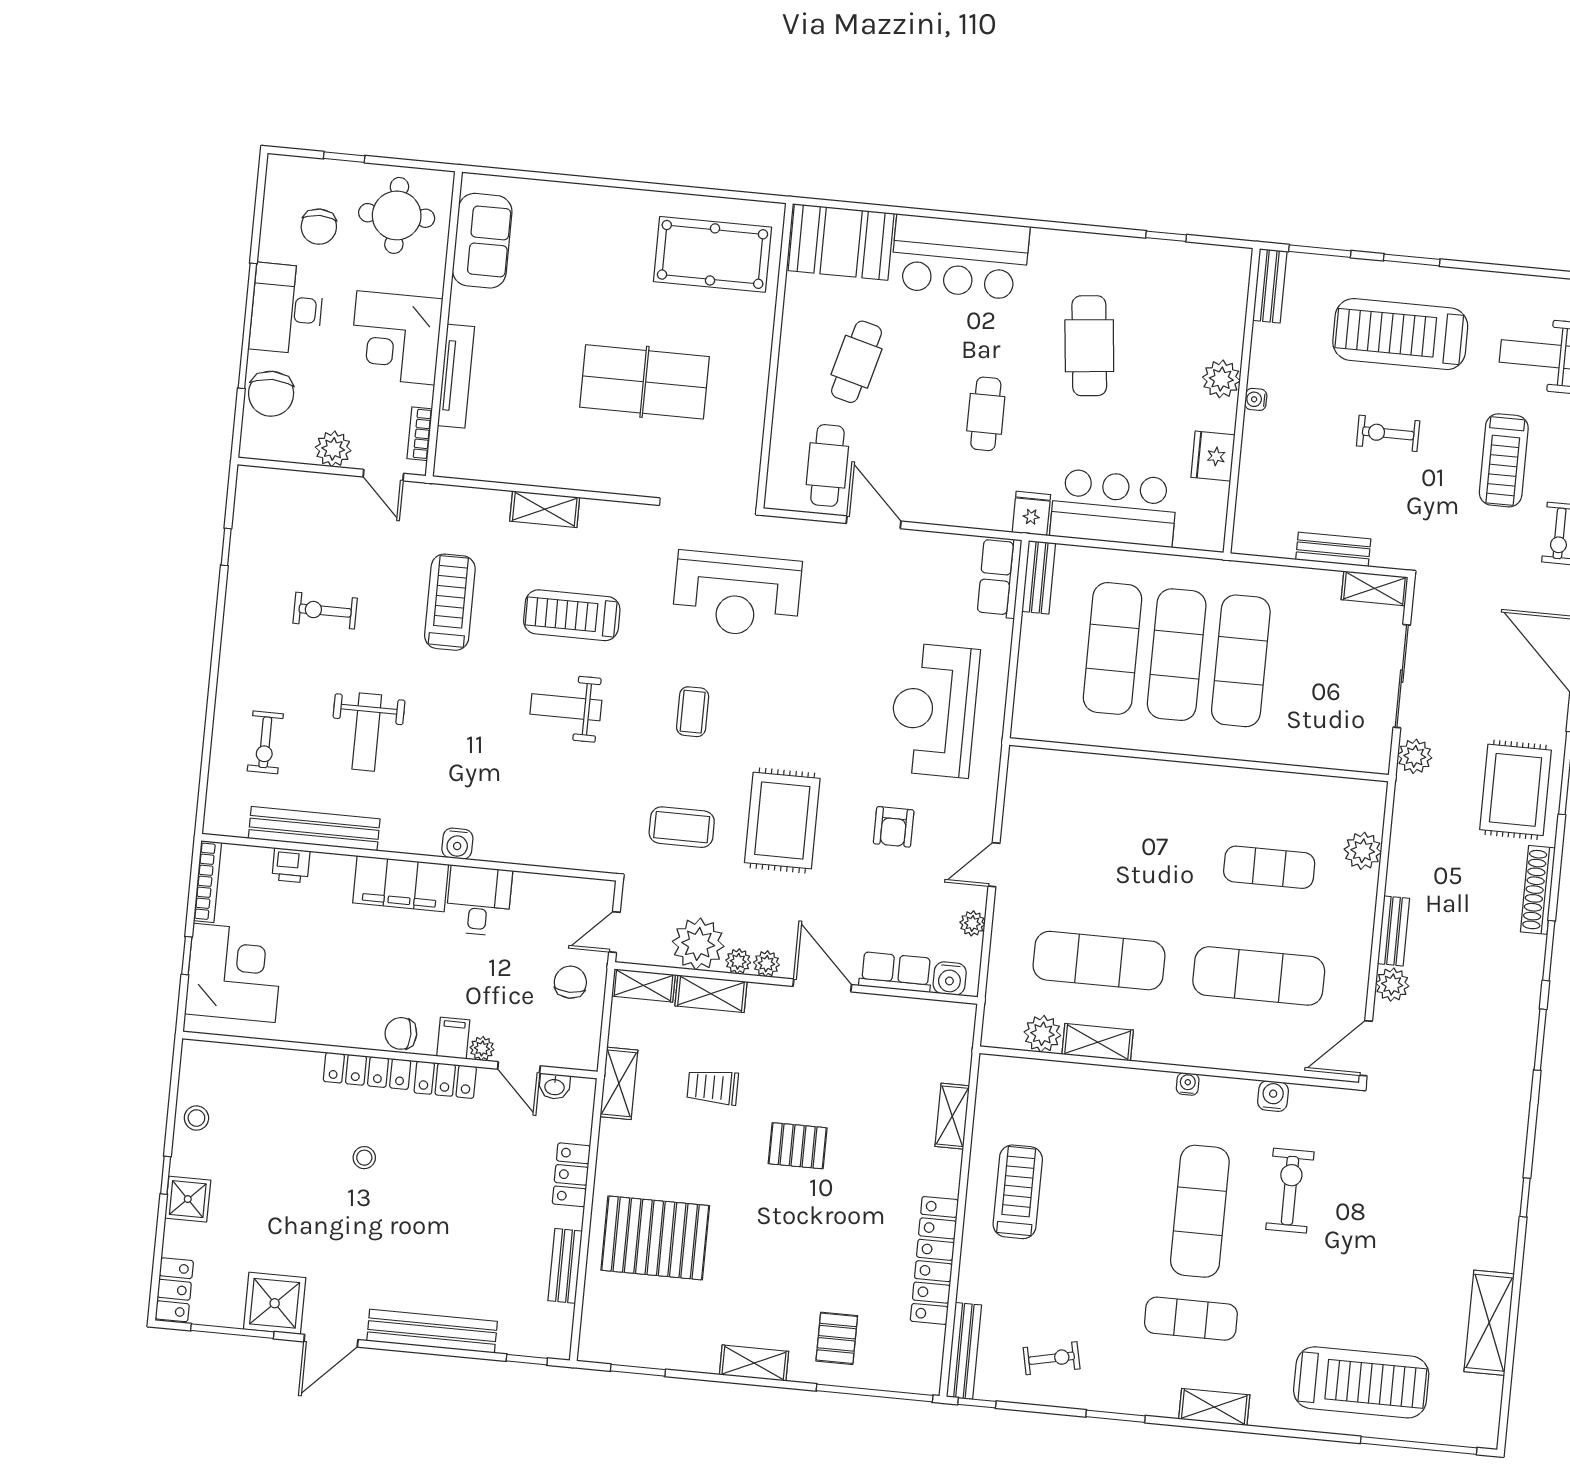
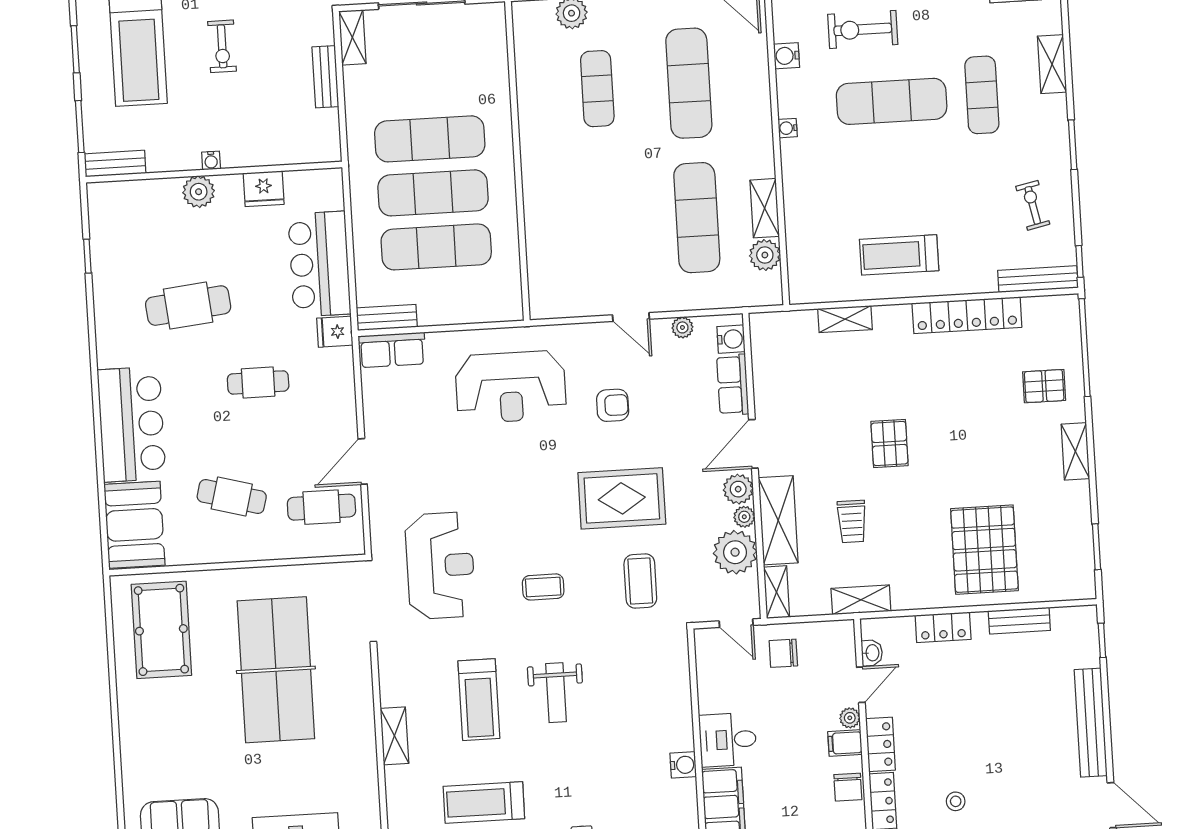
table tennis table: (644, 382) -> (276, 670), width x1.36, depth x1.32
plant: (766, 964) -> (738, 489), width x1.38, depth x1.38
shelving: (711, 994) -> (778, 520), width x1.50, depth x1.33

